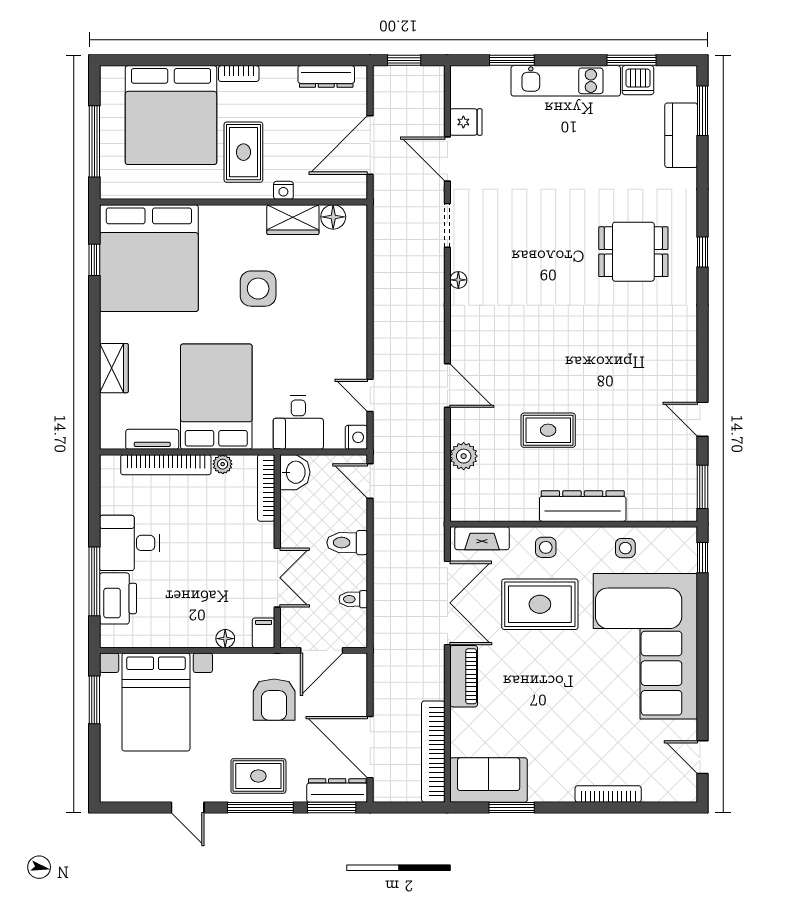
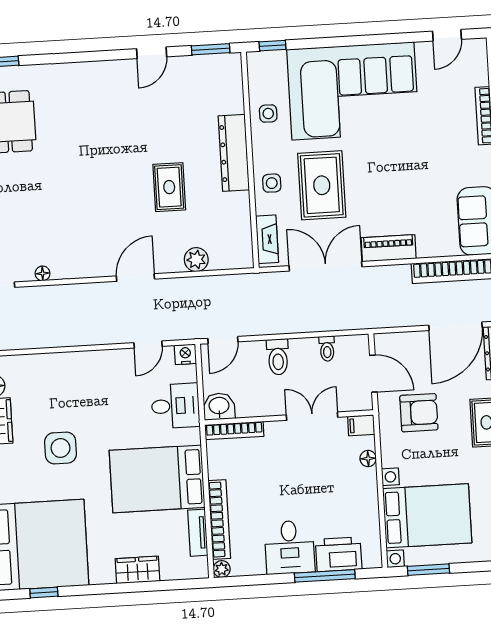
plant: (223, 464) -> (222, 569), moved

